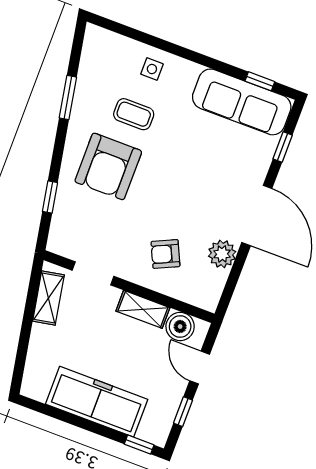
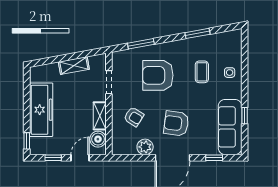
window: (260, 81) -> (245, 116), moved
armchair: (108, 166) -> (158, 75), moved
armchair: (203, 188) -> (176, 123), added
window: (50, 197) -> (141, 44), width x1.50
armchair: (165, 254) -> (134, 117), turned 147
shelving: (48, 298) -> (74, 66), moved

